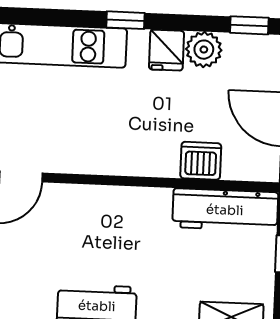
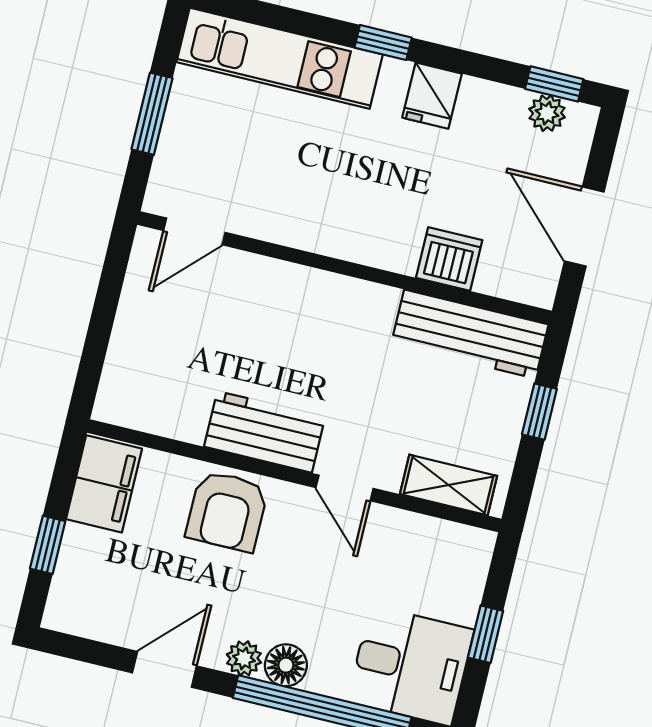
plant: (204, 50) -> (547, 113), moved, width x0.73, depth x0.73

